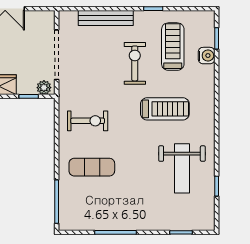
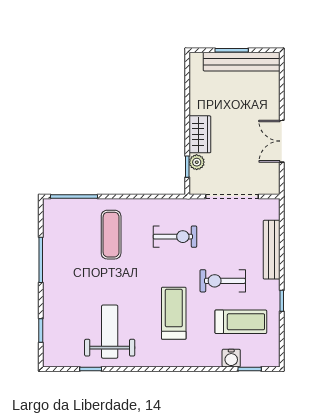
exercise bike: (135, 63) -> (223, 281), turned 180
plant: (44, 88) -> (197, 162), moved
treadmill: (165, 109) -> (174, 313), turned 180
exercise bike: (88, 121) -> (175, 237), moved, turned -90
weight bench: (182, 168) -> (110, 332), turned 90

